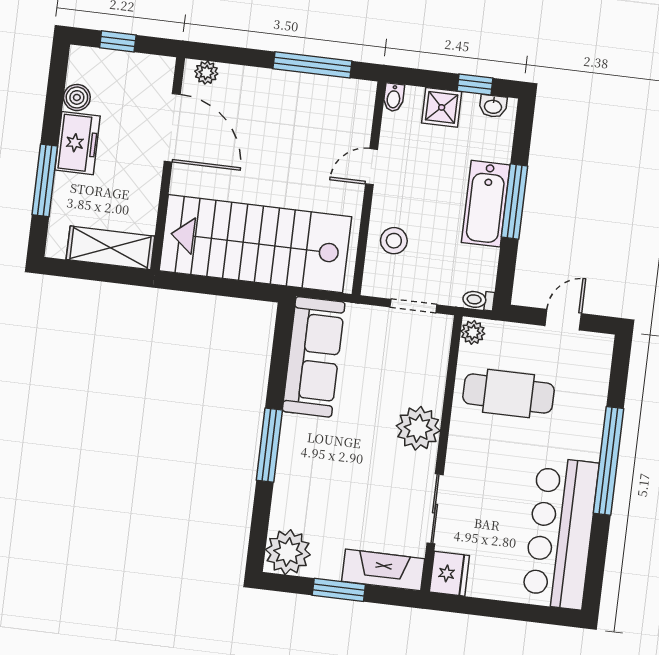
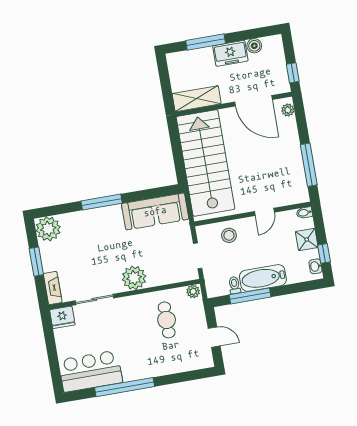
window: (118, 41) -> (293, 73), moved
door: (172, 128) -> (253, 101), hinge flipped
door: (371, 167) -> (264, 212), swing flipped
window: (514, 201) -> (250, 296), moved
shelving: (110, 248) -> (197, 99), moved, turned 90
toilet: (478, 300) -> (234, 285), moved
cafe table: (509, 394) -> (167, 320), width x0.73, depth x0.74
window: (608, 461) -> (125, 387), moved
bar counter: (560, 533) -> (91, 371), width x0.73
fireplace: (383, 570) -> (53, 288), width x0.73, depth x0.76

